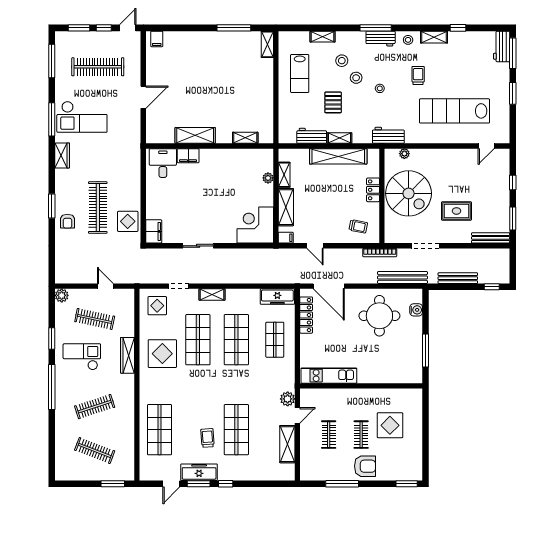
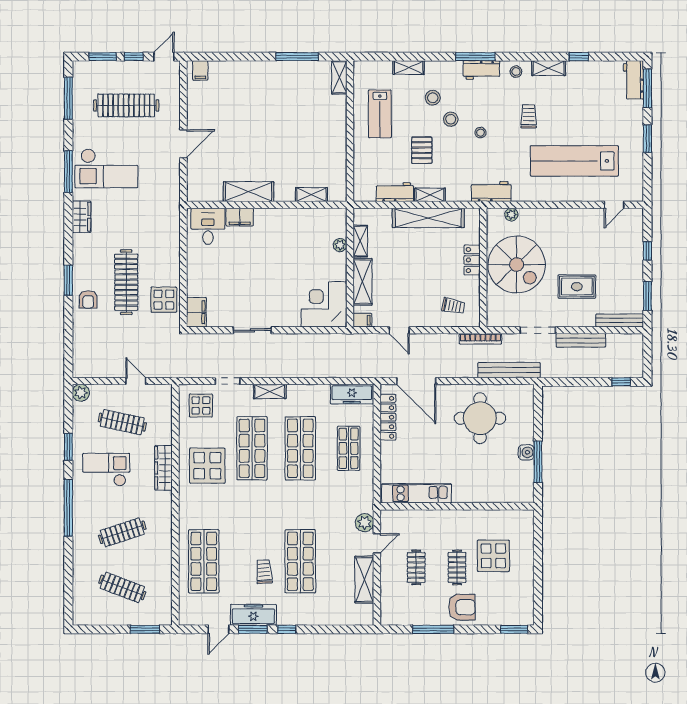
bench: (458, 278) -> (581, 340), moved
water cooler: (416, 310) -> (526, 452), moved

